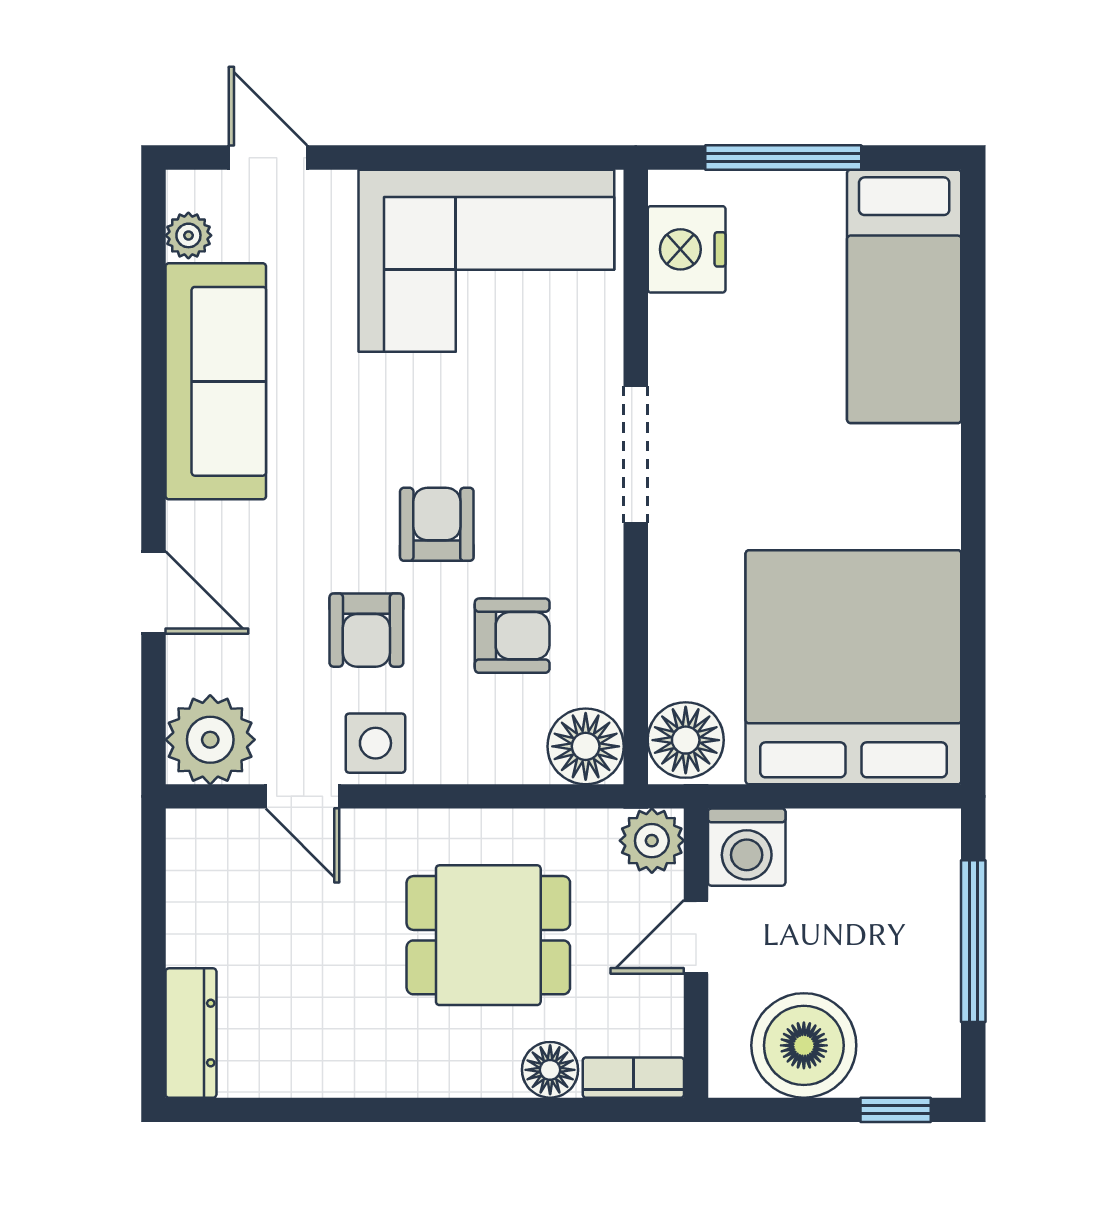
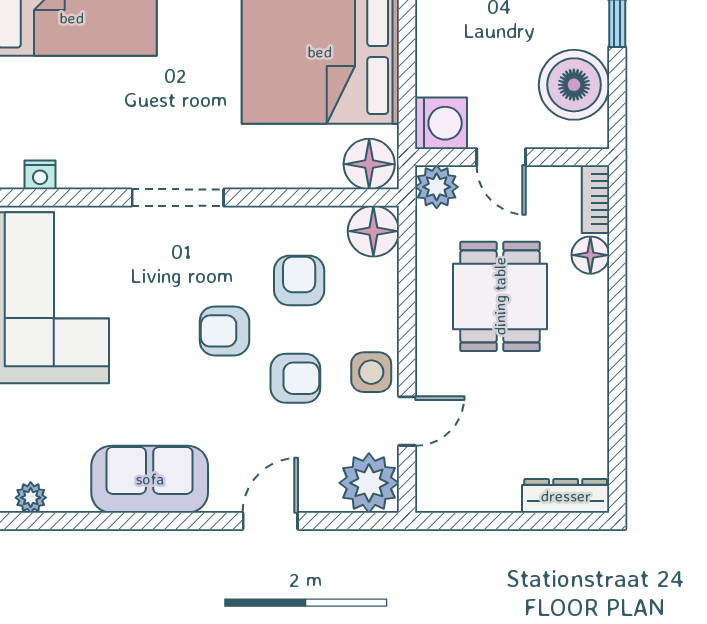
nightstand: (687, 249) -> (40, 175), width x0.53, depth x0.56
sofa: (216, 381) -> (150, 479), width x0.73

